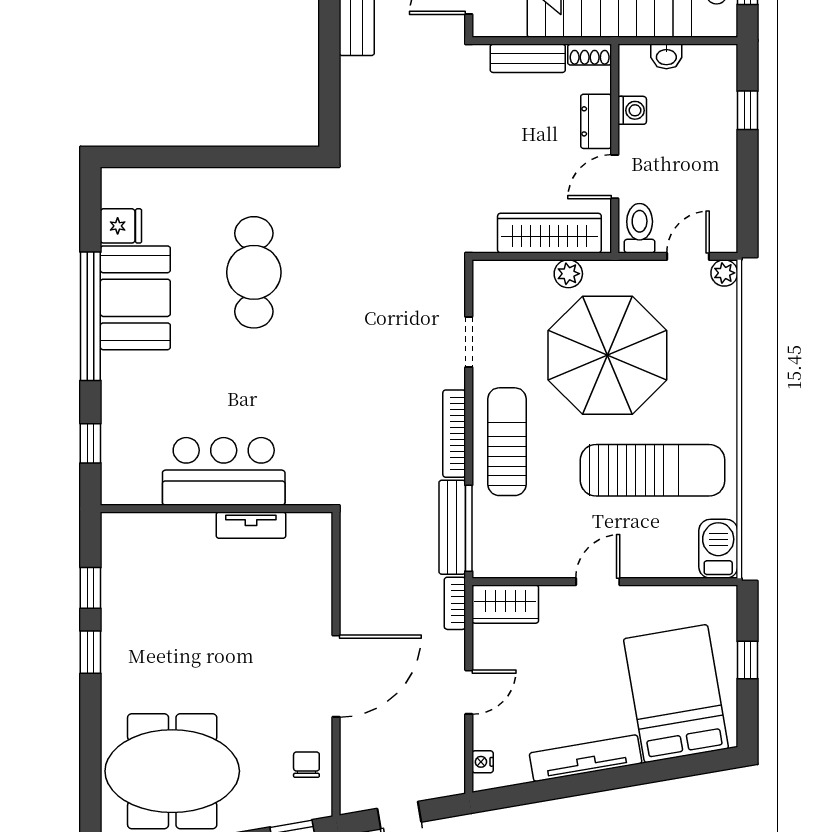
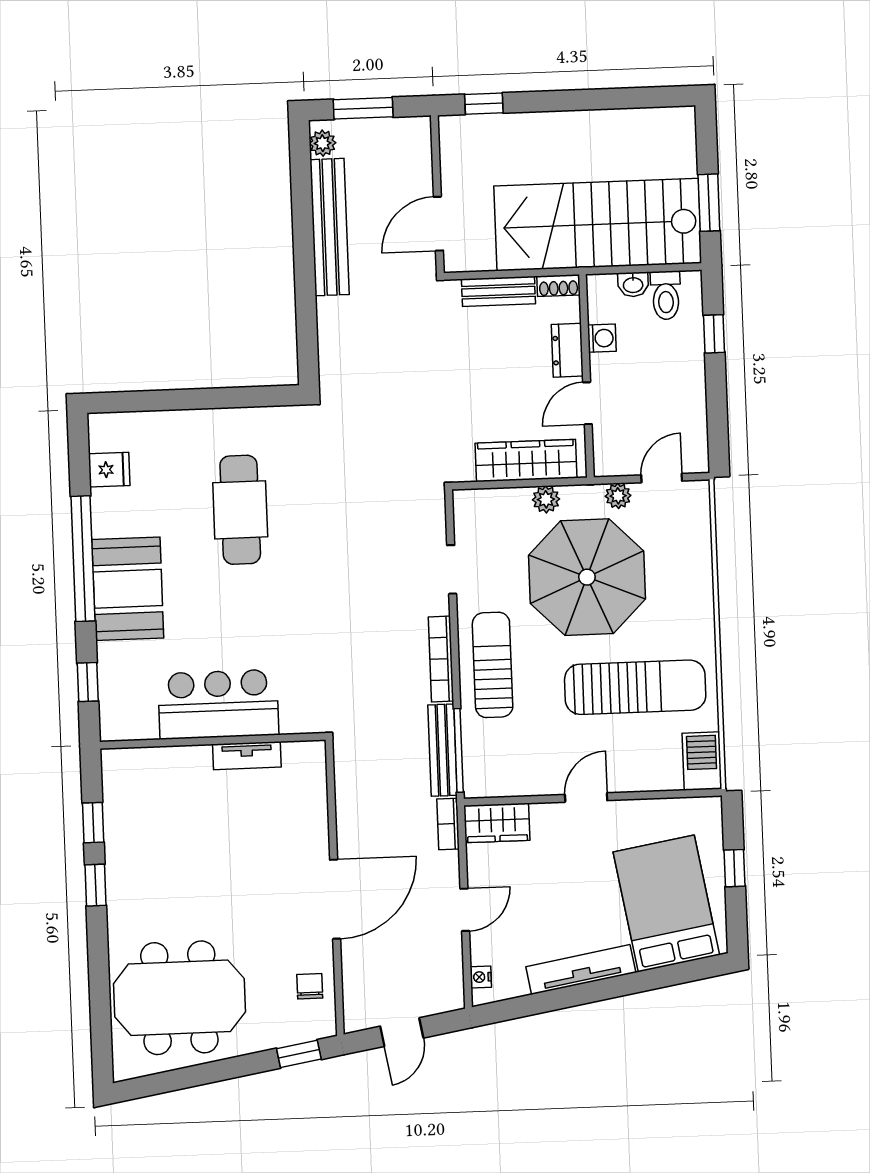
toilet: (640, 228) -> (666, 295), moved, turned 180
plant: (724, 273) -> (618, 496), moved
booth: (135, 298) -> (128, 589), moved

